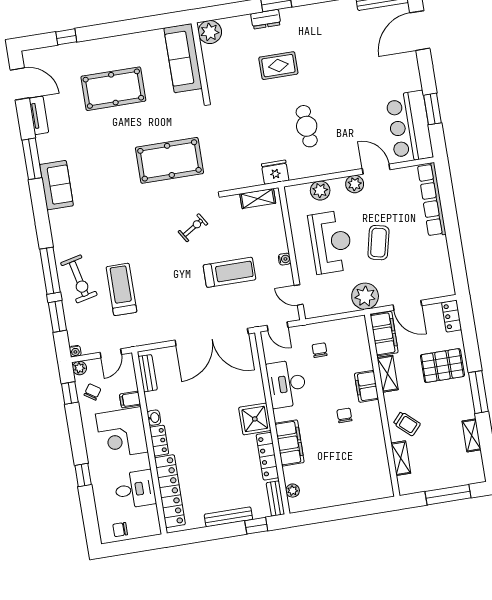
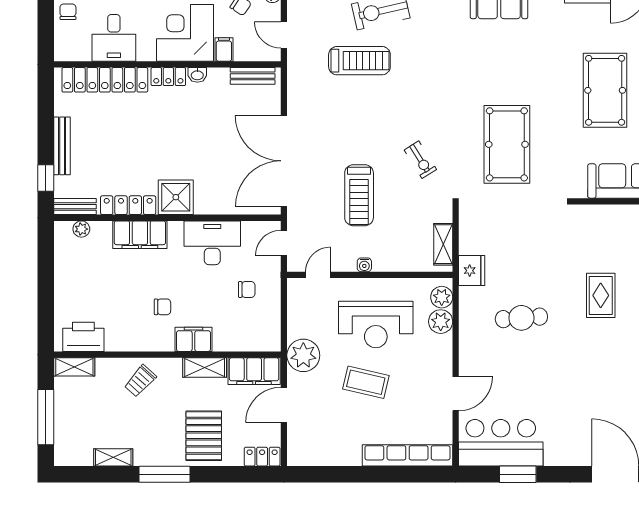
plant: (355, 184) -> (442, 297), moved
shelving: (401, 458) -> (74, 367), moved
printer: (379, 475) -> (83, 337), added

